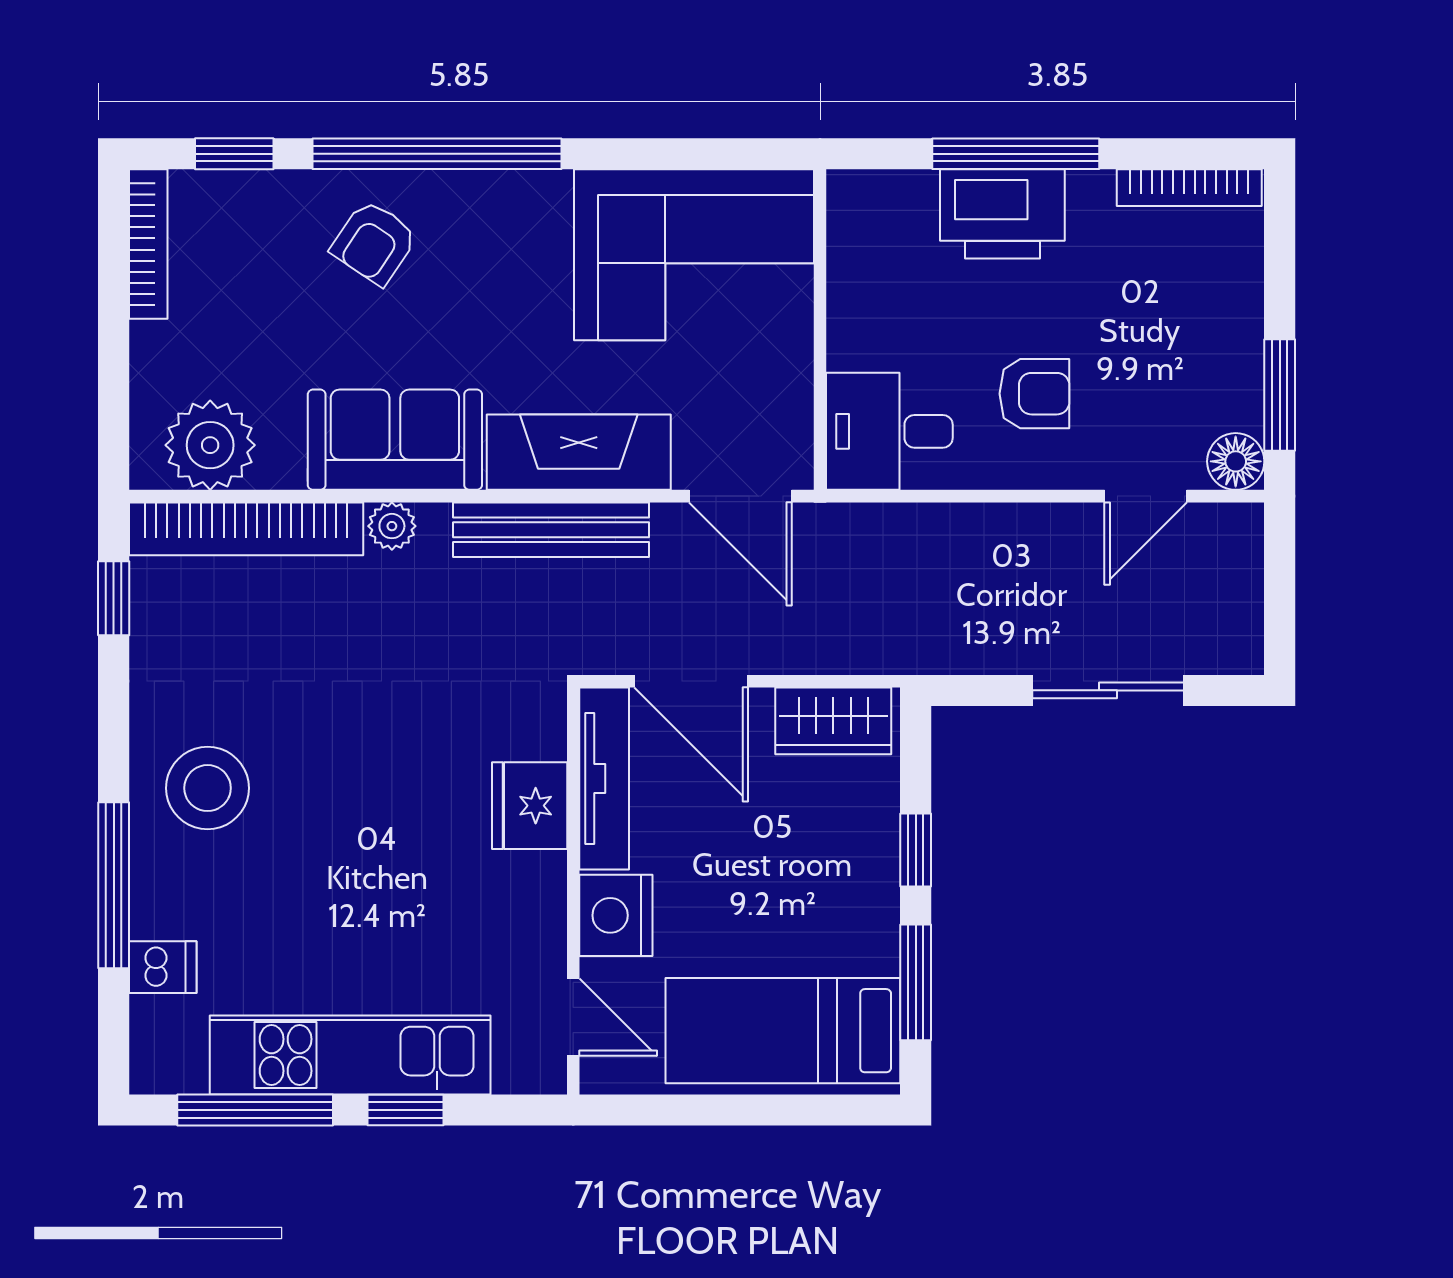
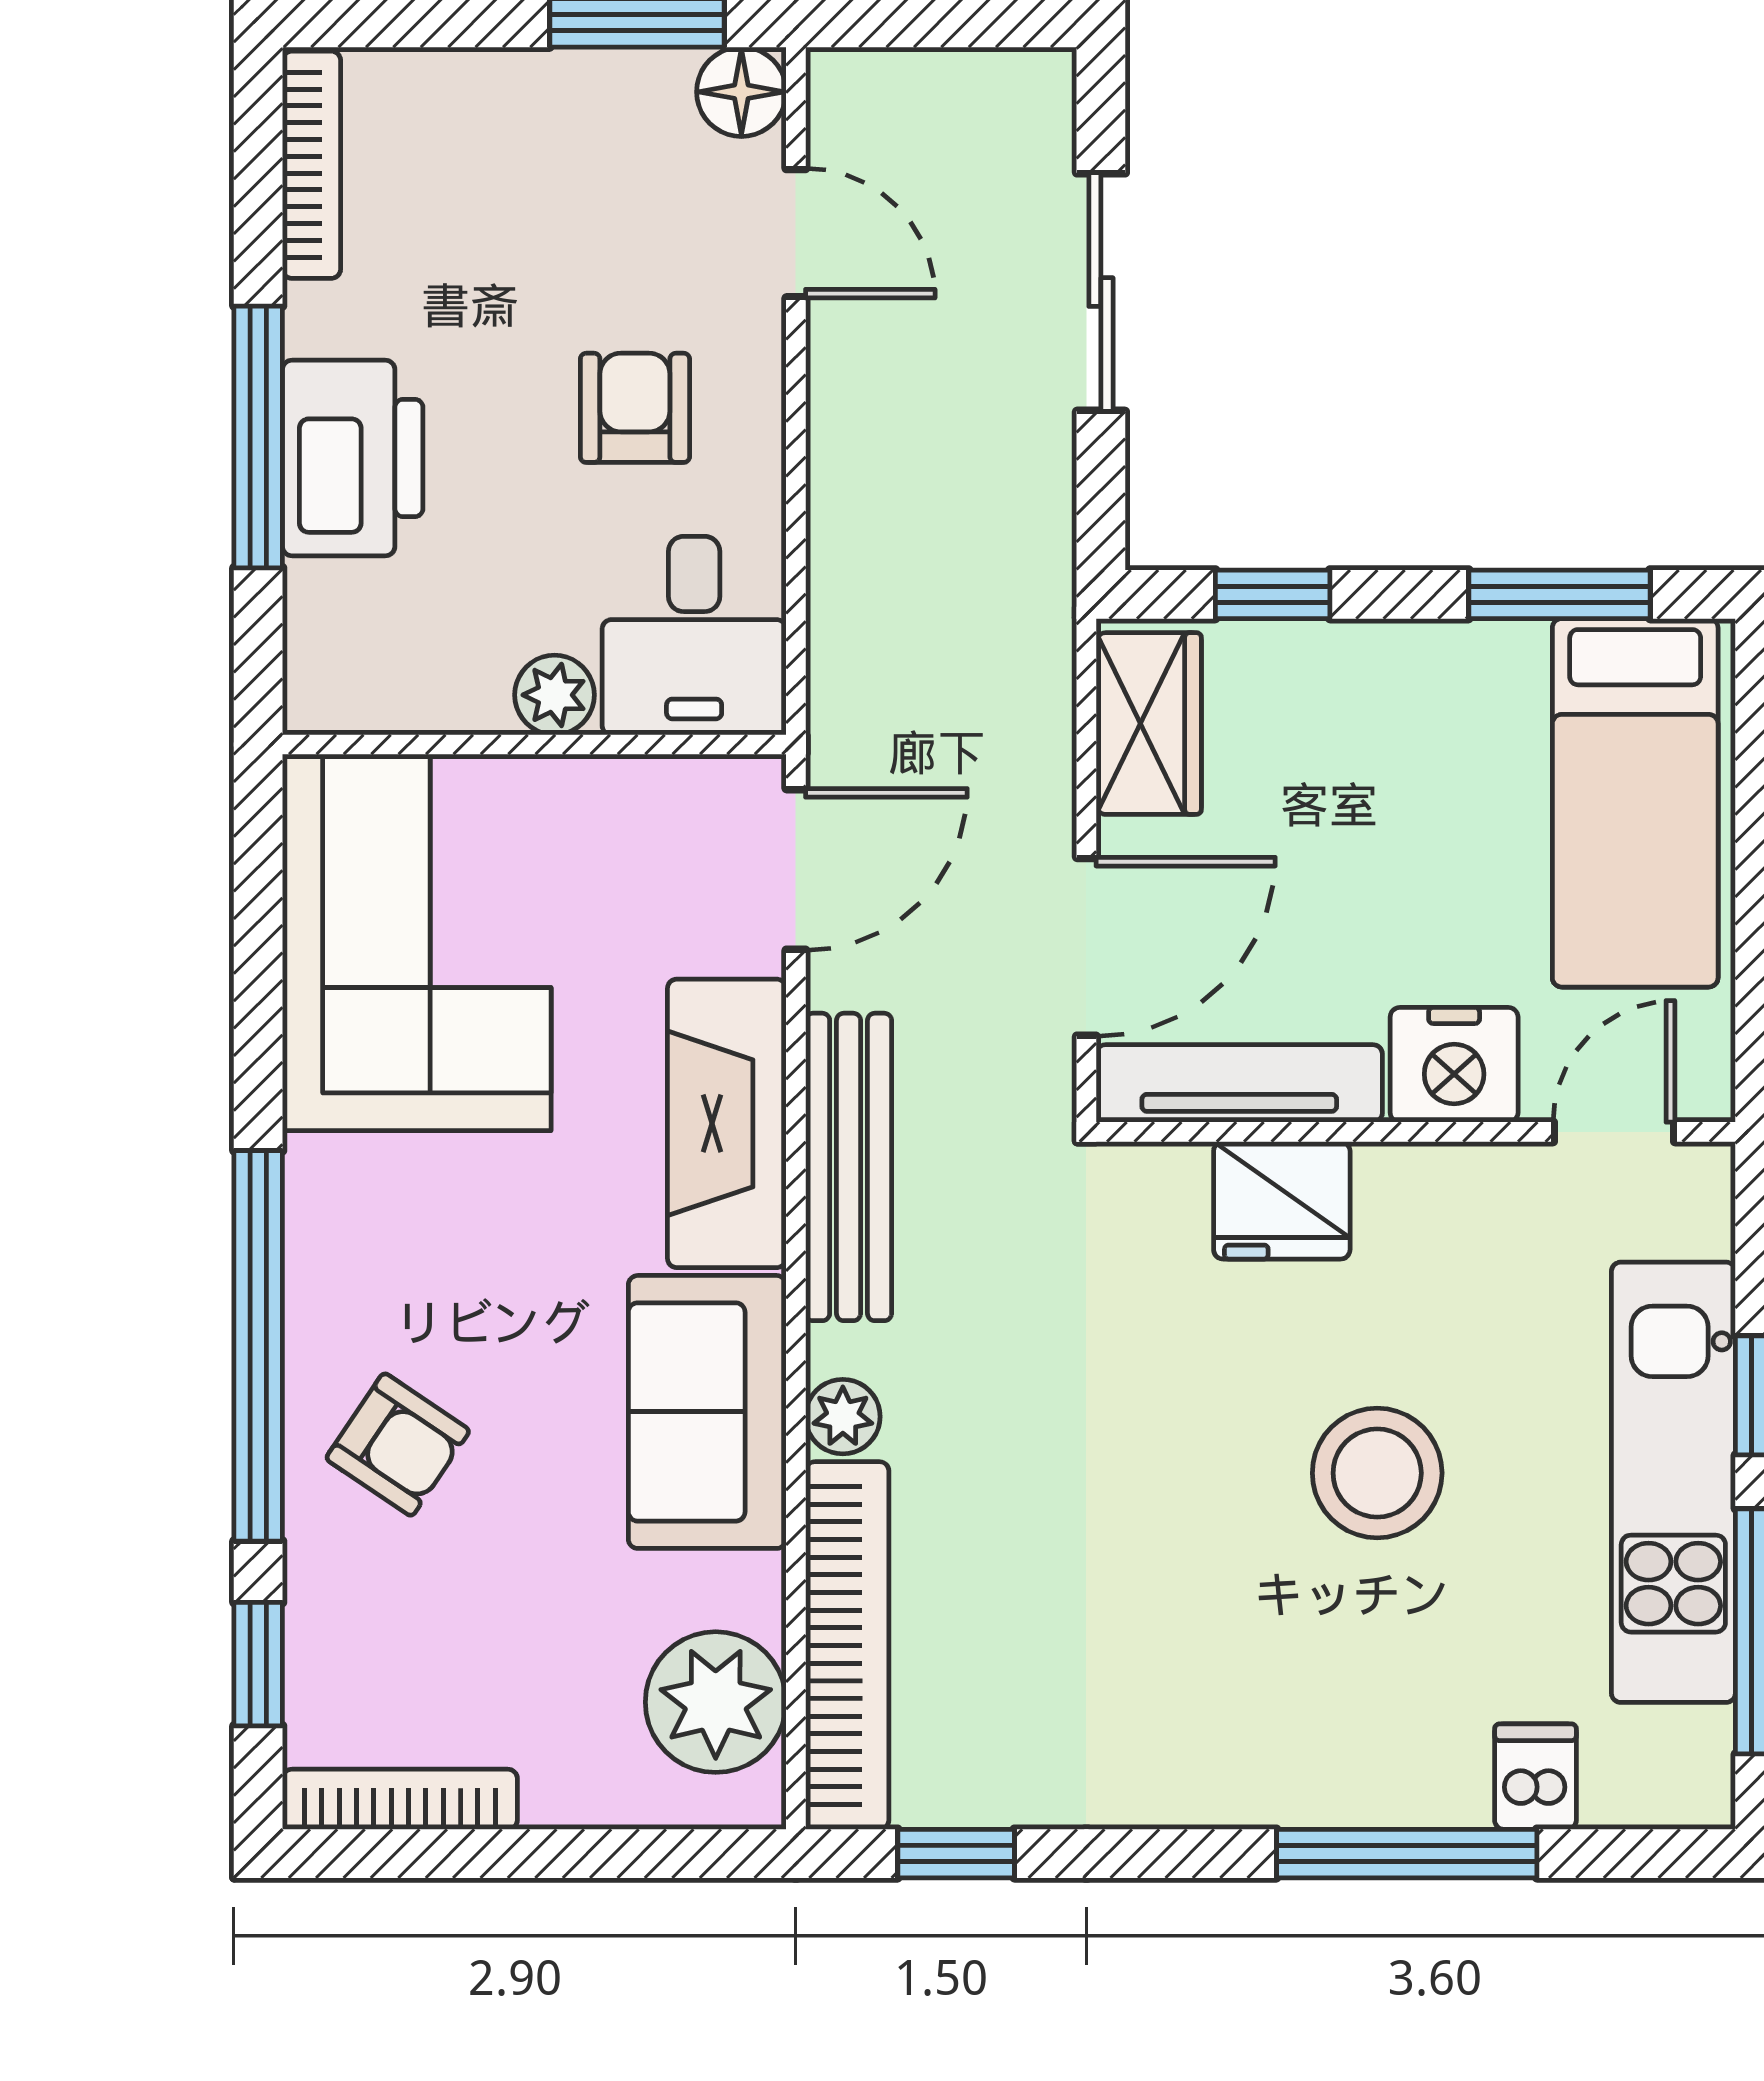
plant: (852, 342) -> (555, 695), added
stool: (208, 788) -> (1377, 1473), moved
window: (916, 850) -> (1273, 594), moved

